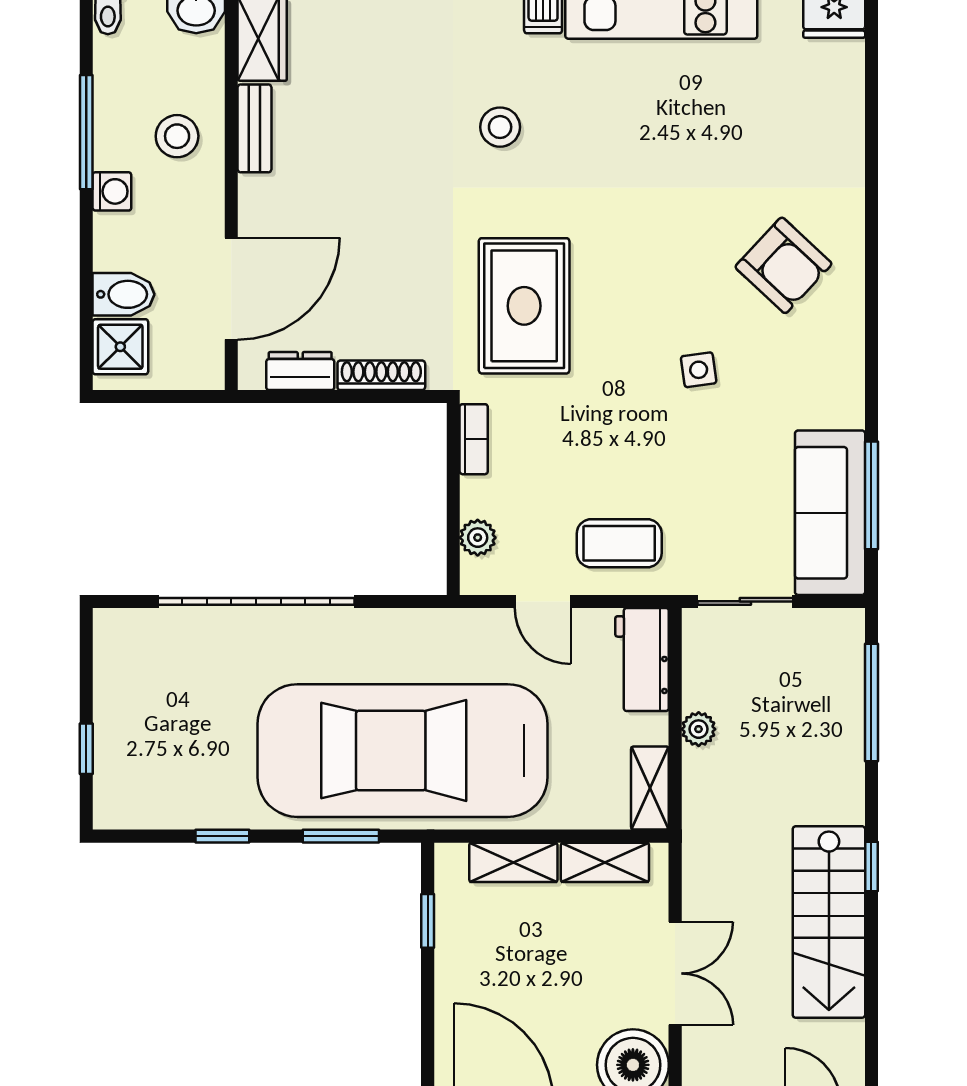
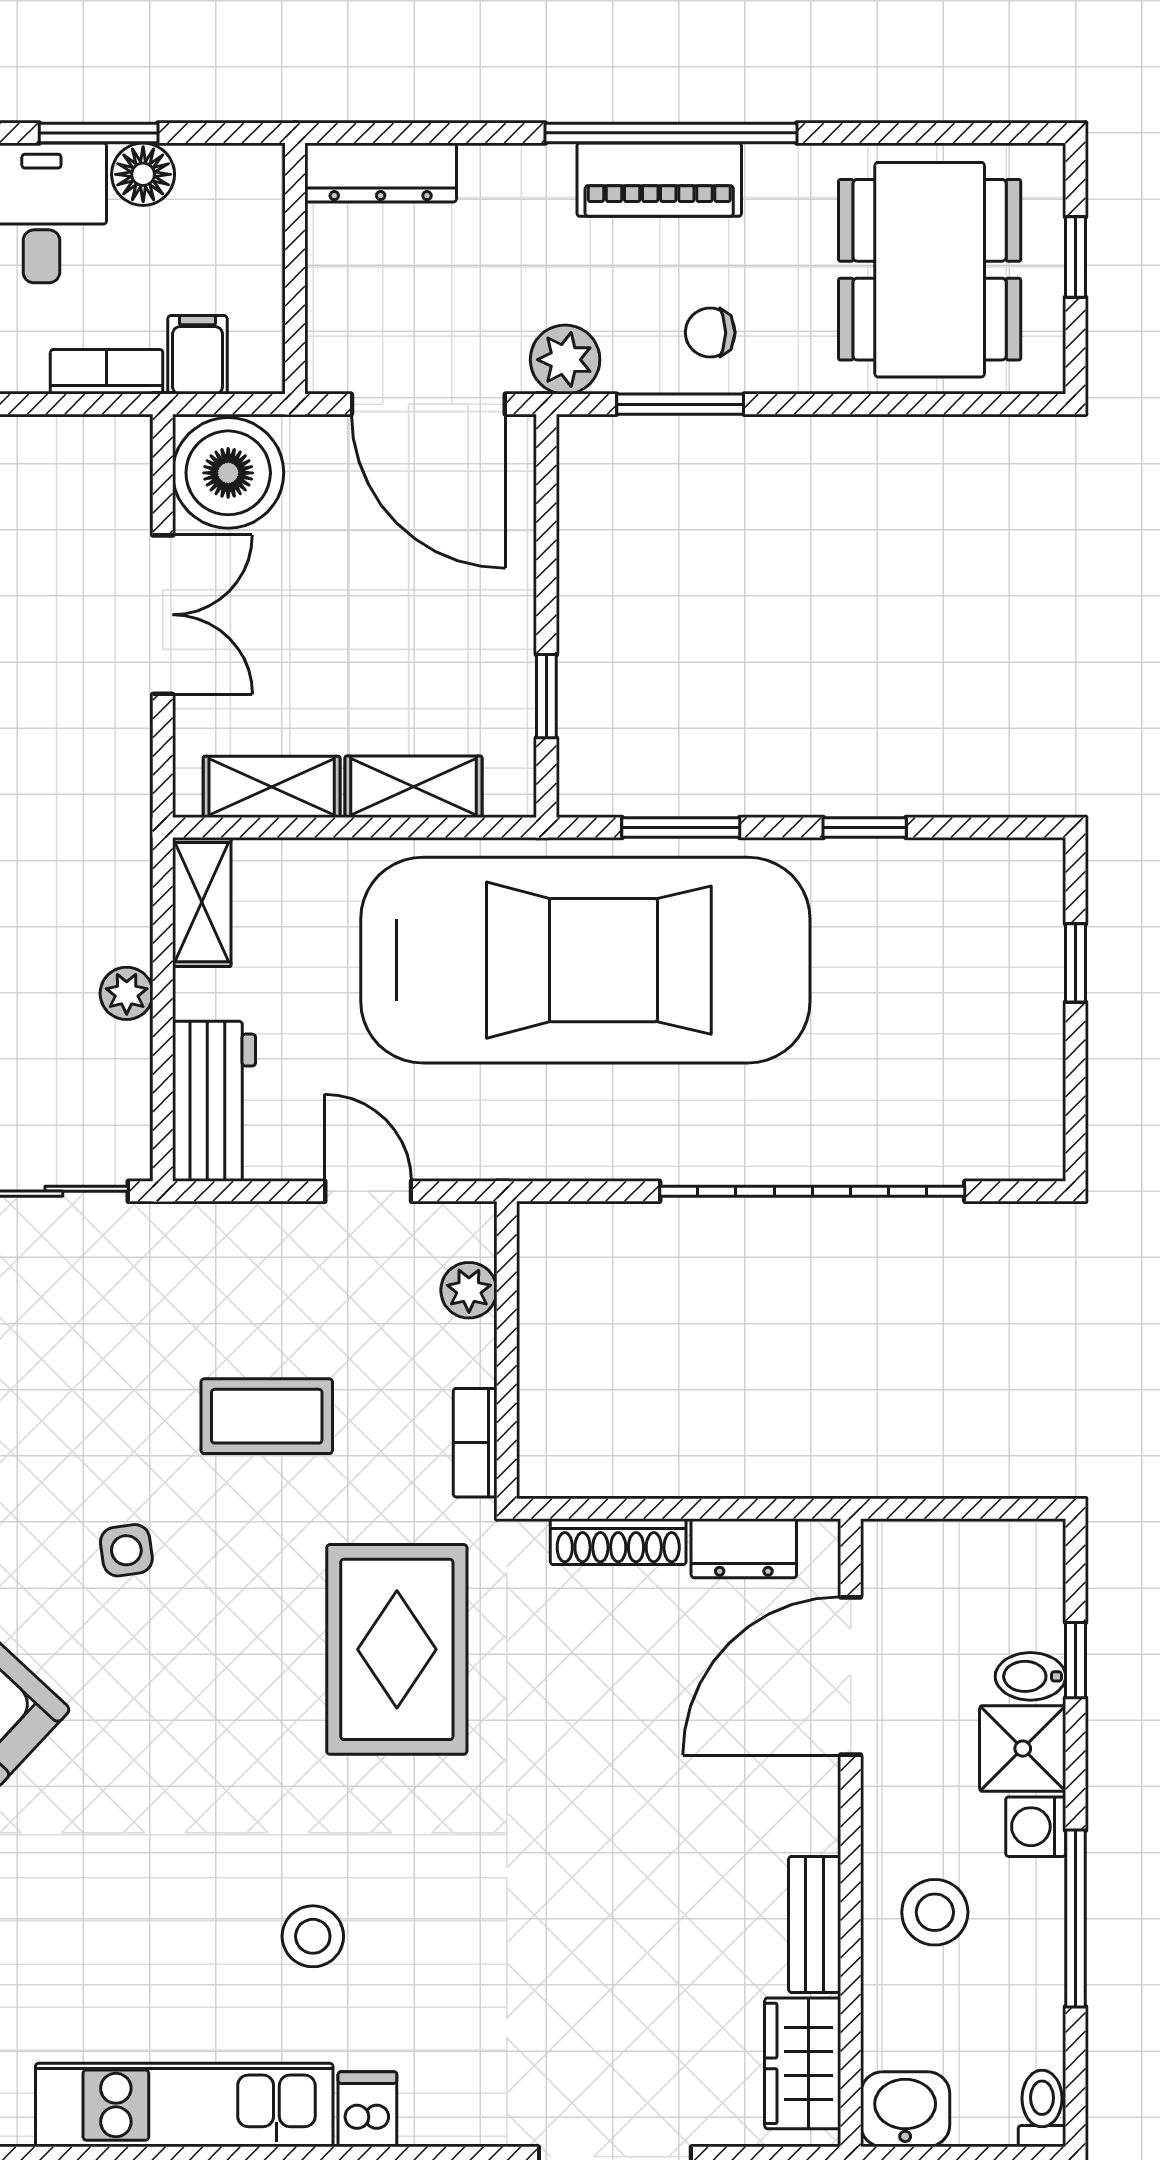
stool: (500, 127) -> (313, 1936), moved
bidet: (123, 294) -> (1030, 1676), width x0.72, depth x0.74
window: (86, 299) -> (1076, 1660), added
shower: (120, 347) -> (1023, 1749), moved
coffee table: (619, 543) -> (267, 1416), moved
double door: (675, 973) -> (163, 615), swing flipped

